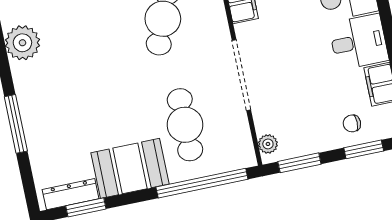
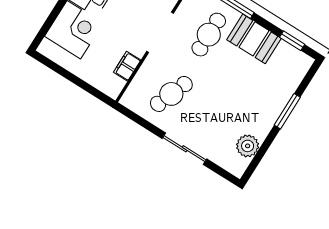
dresser: (71, 194) -> (293, 54), removed

